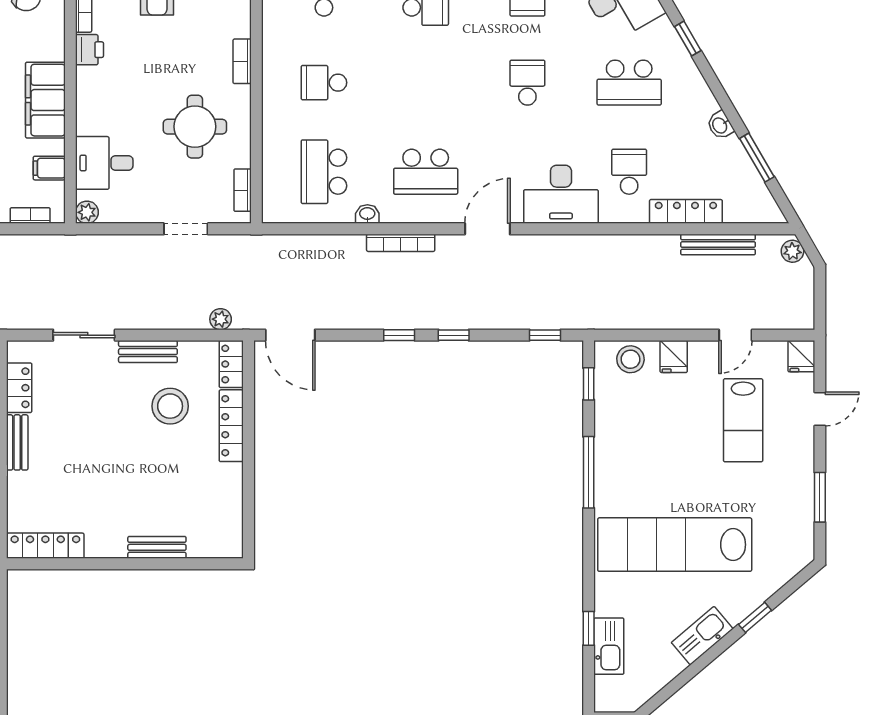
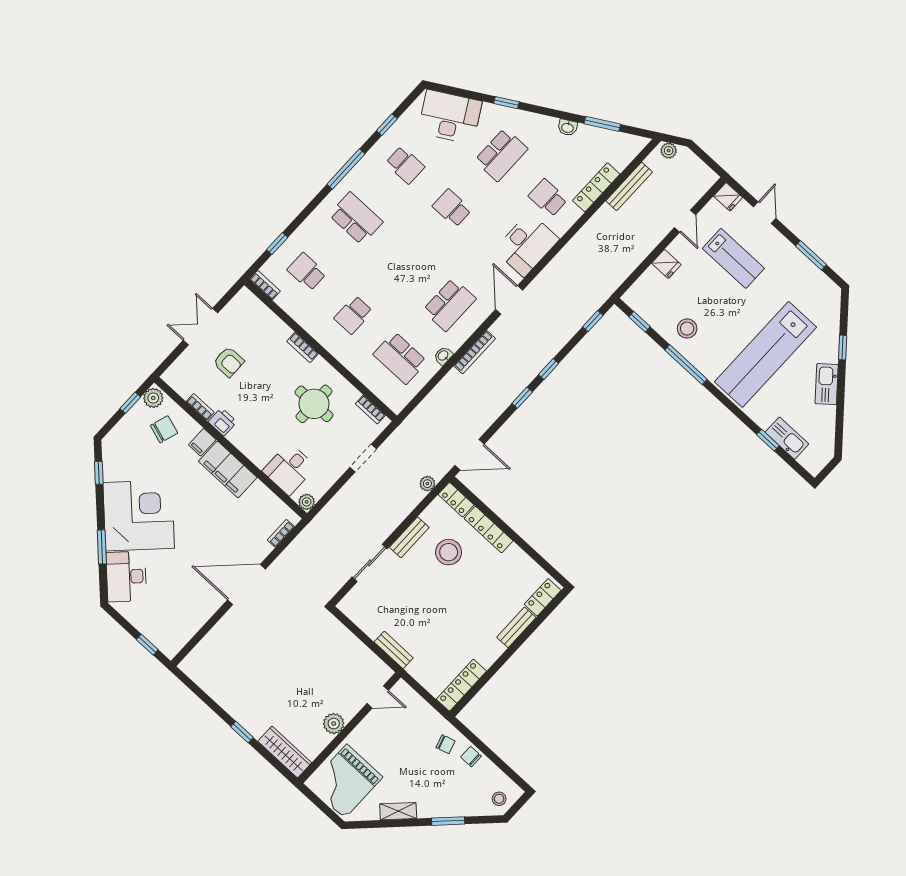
filing cabinet: (49, 168) -> (202, 442), moved
stool: (630, 359) -> (687, 329), moved
locker: (19, 388) -> (543, 597), moved, turned -90

